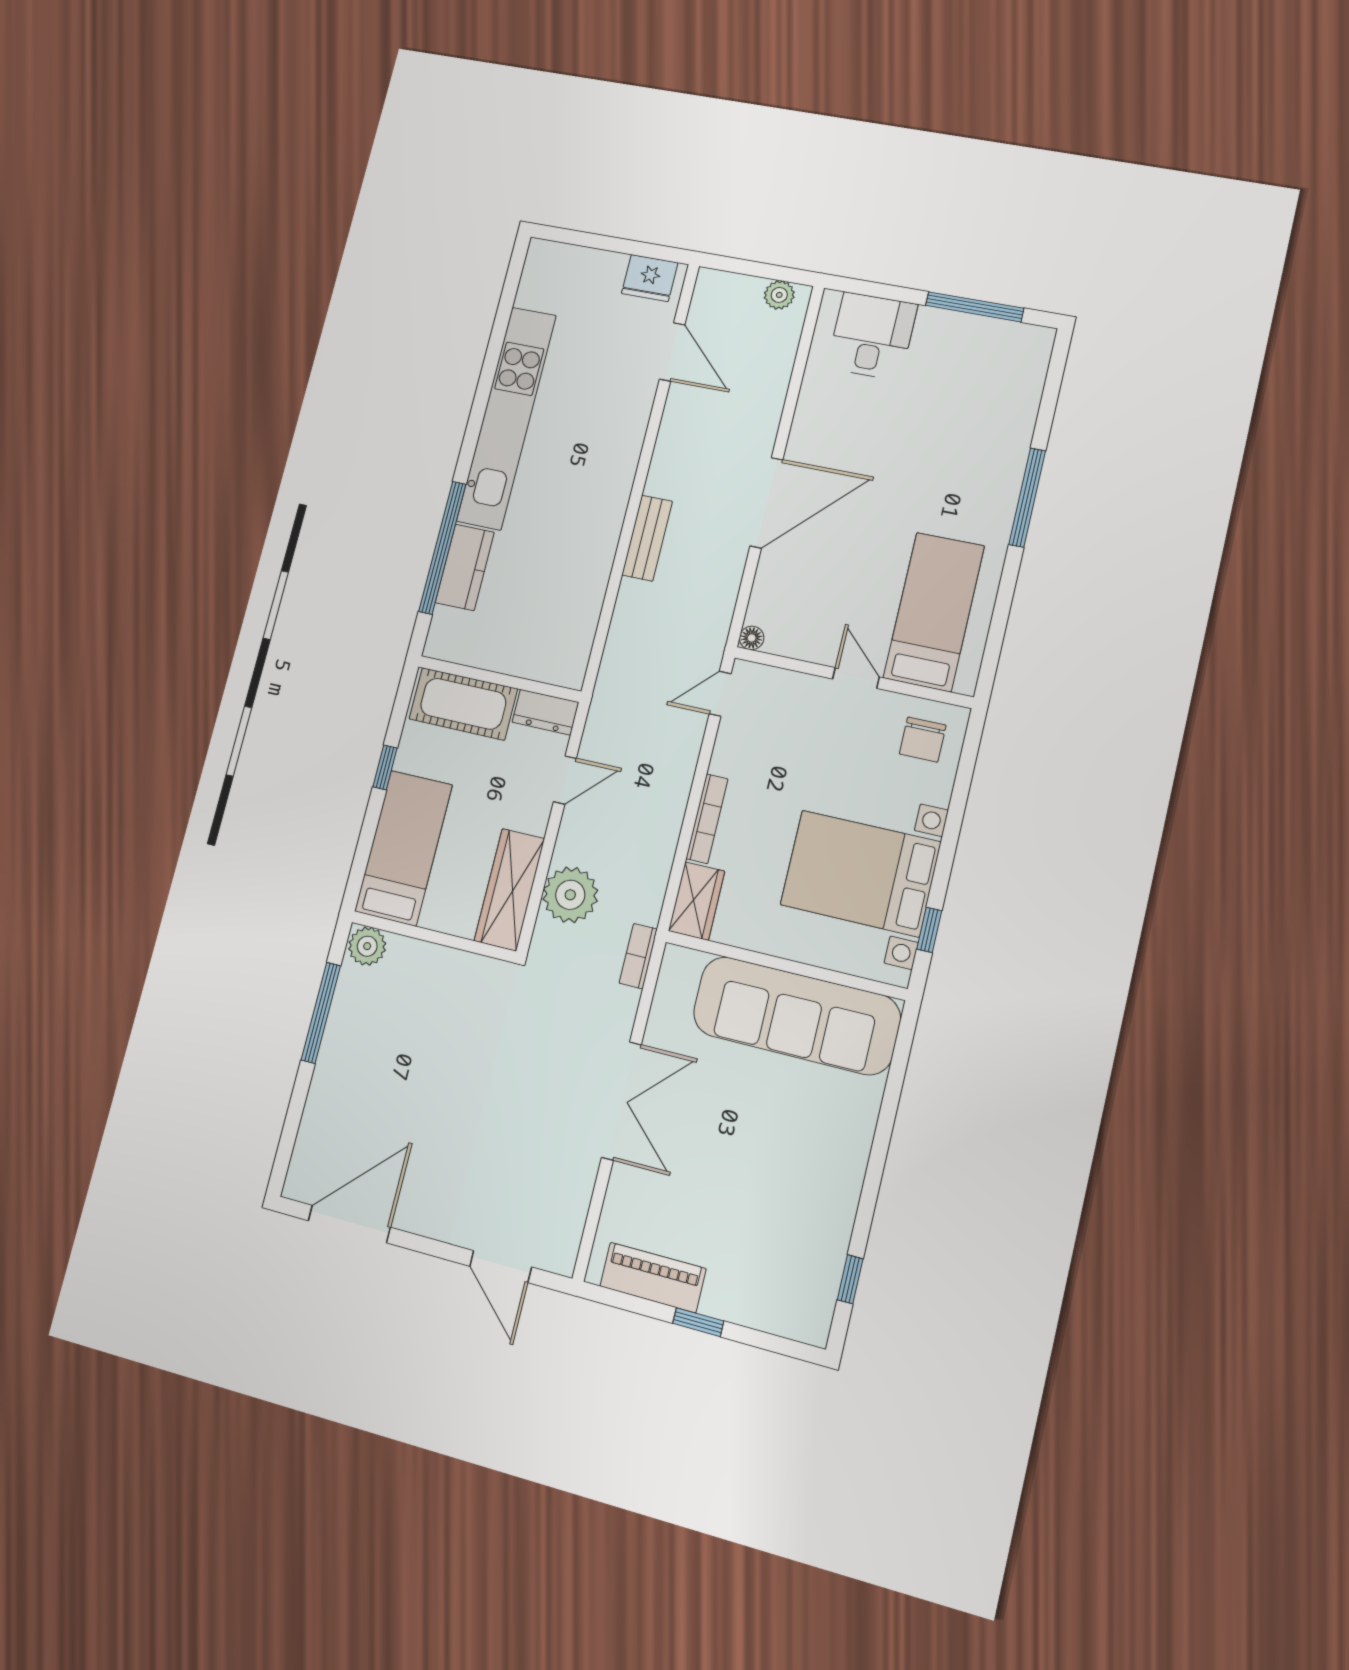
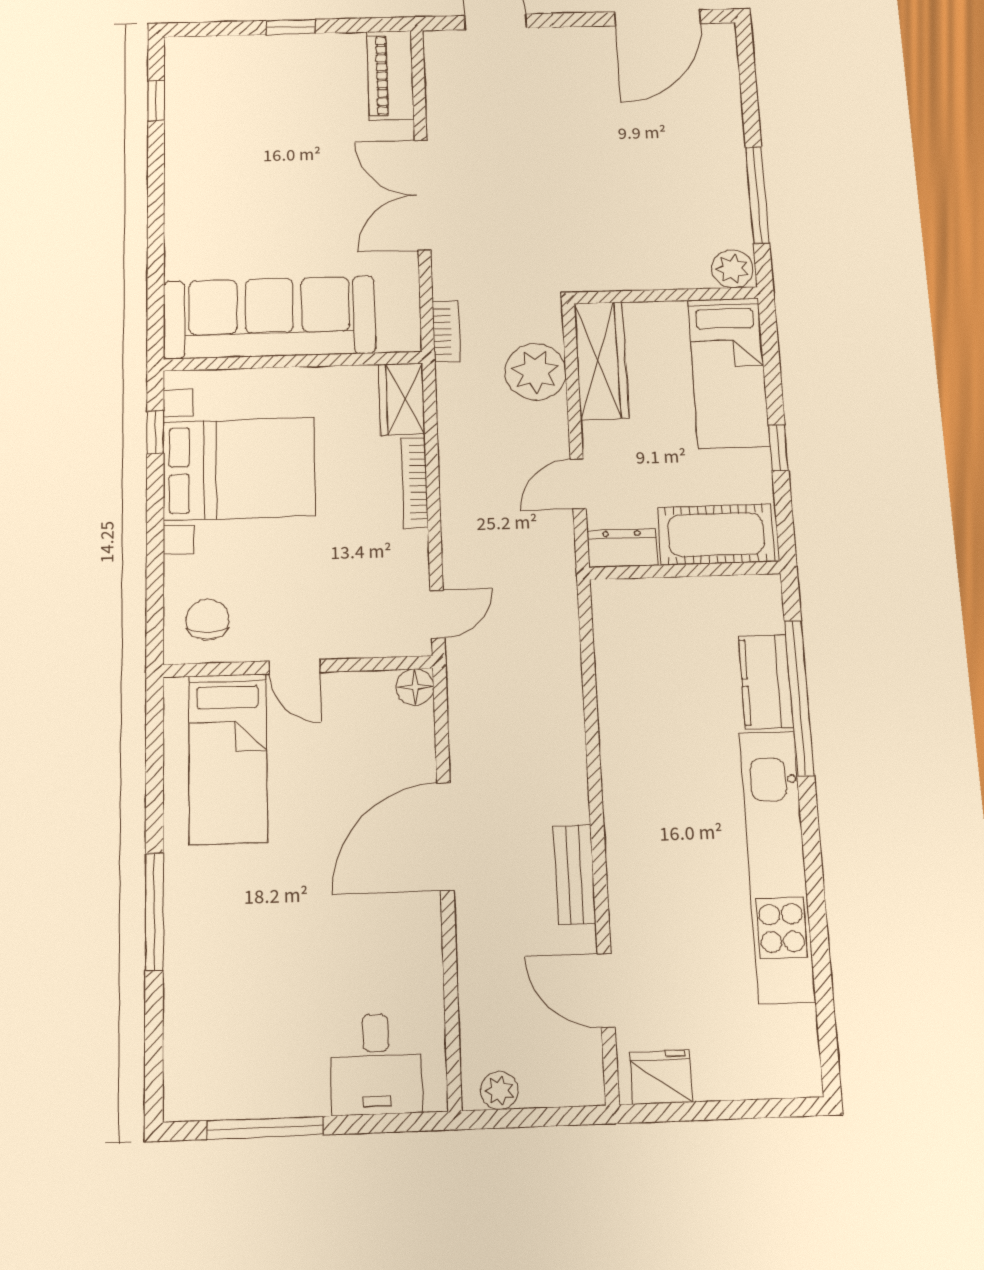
bench: (647, 538) -> (575, 874), moved
floor lamp: (752, 638) -> (415, 687), width x1.37, depth x1.37
piano: (653, 1277) -> (390, 75), moved, turned 90

